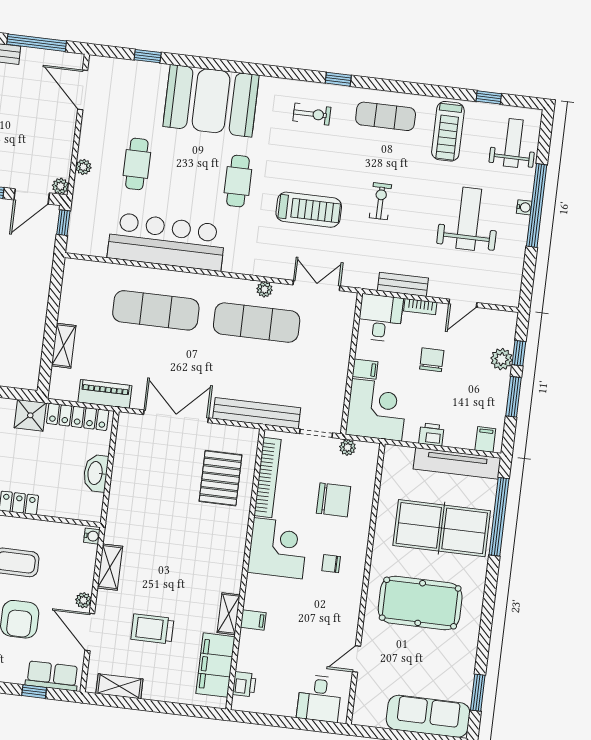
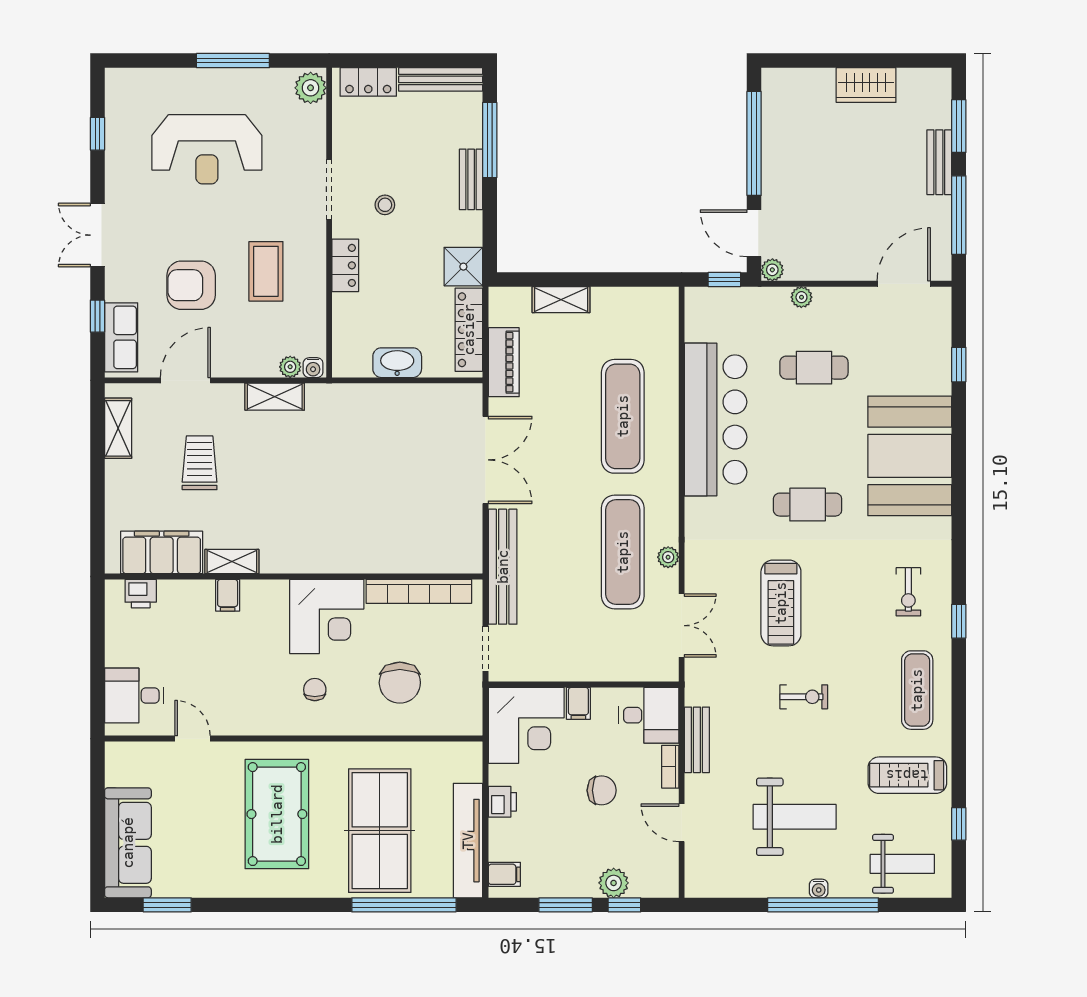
plant: (348, 447) -> (472, 693), removed
pallet: (221, 478) -> (411, 529), removed
plant: (83, 600) -> (290, 367), moved

